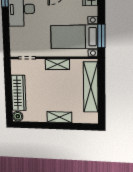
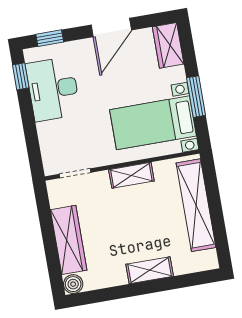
window: (101, 36) -> (196, 97), moved

